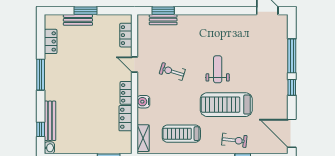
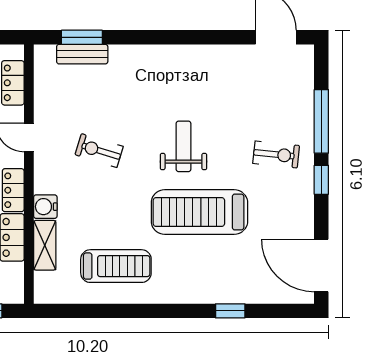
treadmill: (181, 134) -> (116, 266), turned 180
shelving: (143, 138) -> (45, 245), moved
exercise bike: (234, 140) -> (276, 154), moved

